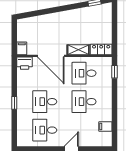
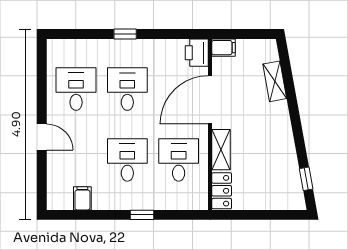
shelving: (40, 20) -> (275, 81), added
window: (115, 72) -> (142, 215), moved

